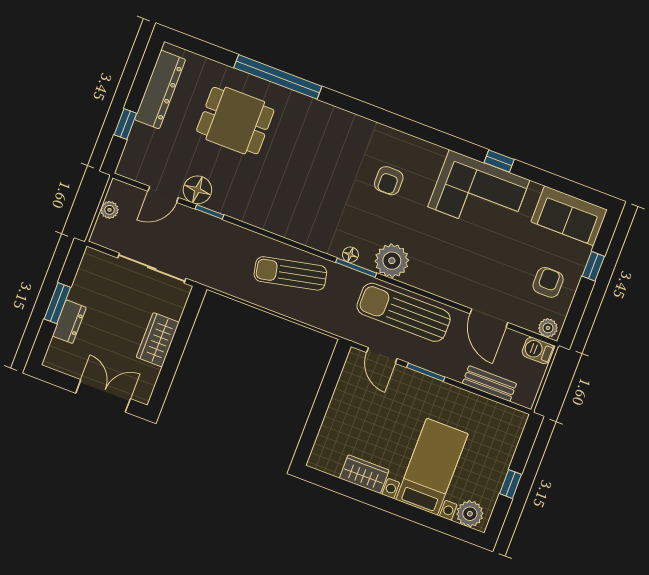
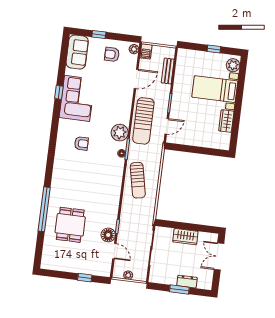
dresser: (160, 90) -> (64, 265), removed

